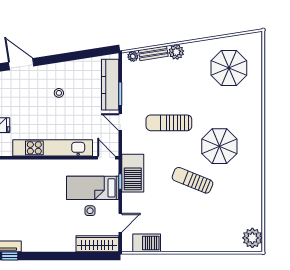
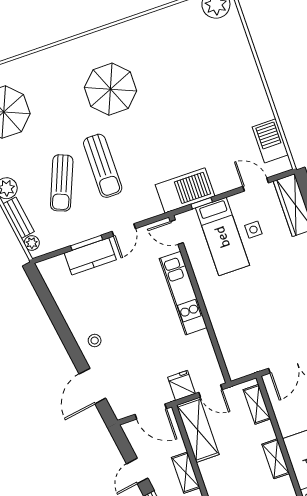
kitchen counter: (110, 85) -> (90, 256), width x0.67
stool: (59, 93) -> (95, 340), moved
kitchen unit: (53, 148) -> (183, 293), width x0.73
door: (106, 158) -> (177, 232), hinge flipped
sun lounger: (192, 180) -> (62, 183), moved

